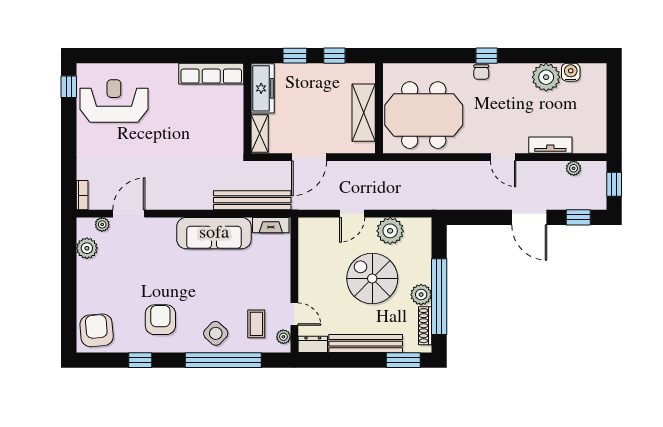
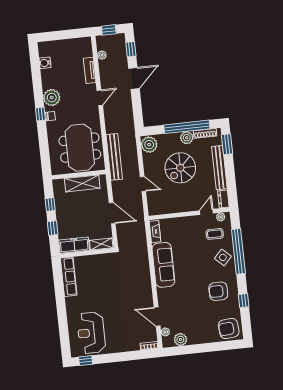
plant: (546, 77) -> (52, 98), moved
bench: (252, 200) -> (114, 157), moved
plant: (390, 231) -> (149, 145), moved

